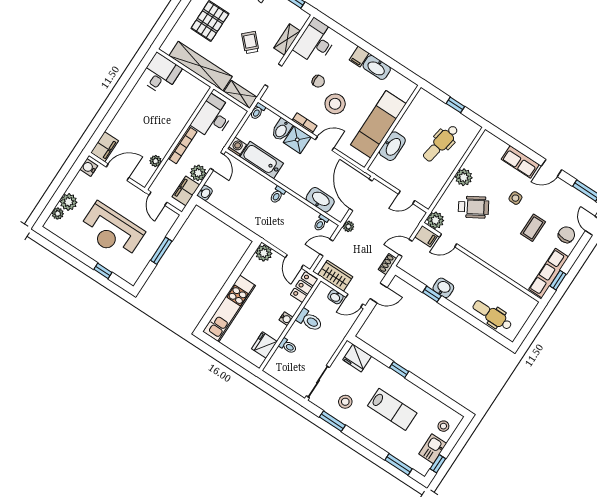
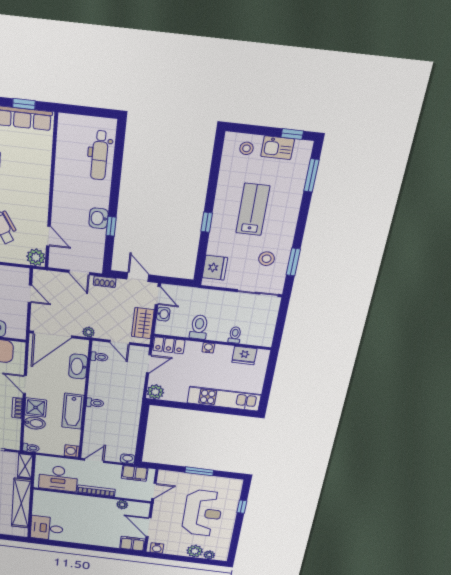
bathtub: (262, 160) -> (73, 411), moved
plant: (198, 173) -> (113, 470), removed
filing cabinet: (426, 236) -> (56, 259), removed

